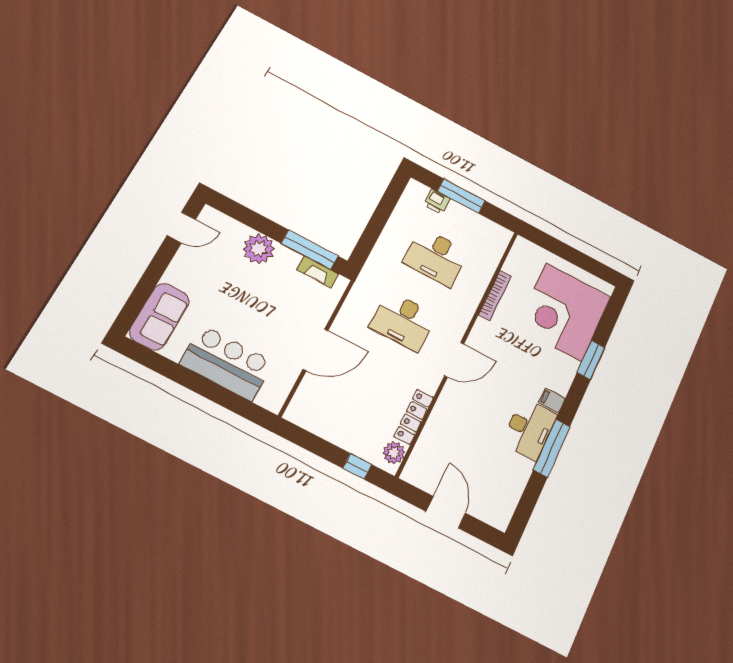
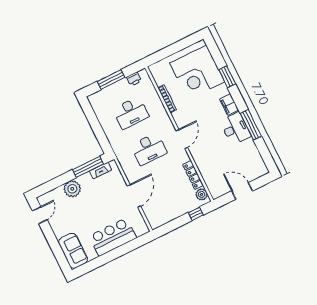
printer: (437, 202) -> (134, 79), moved
filing cabinet: (552, 400) -> (229, 105), width x2.00

